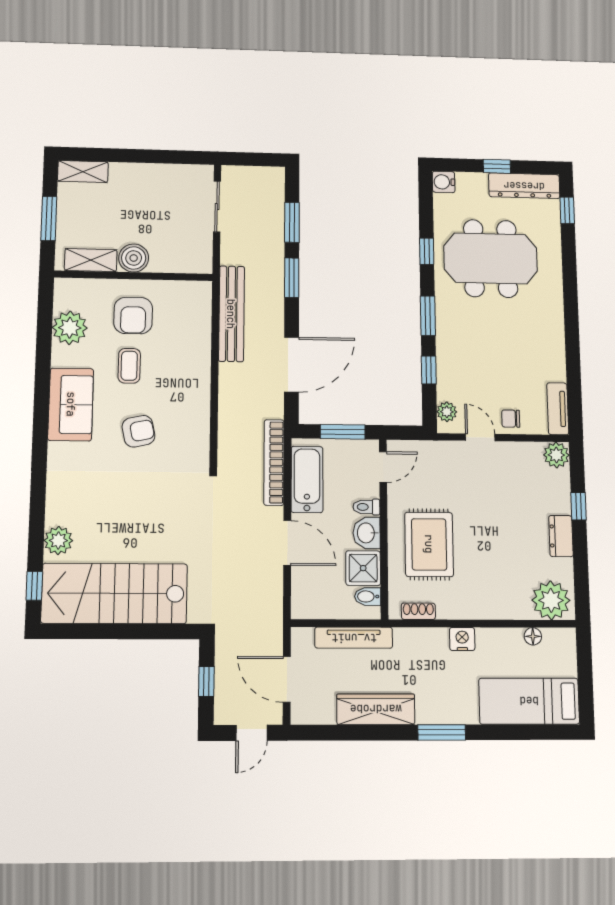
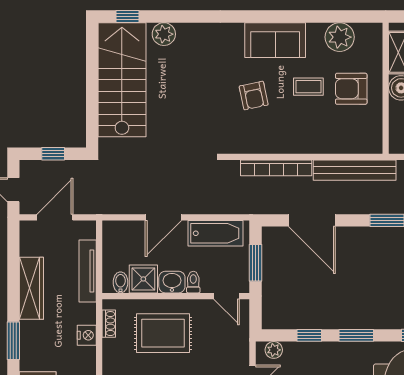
bookcase: (274, 462) -> (276, 168), moved, turned 180
nightstand: (462, 639) -> (87, 335), moved

